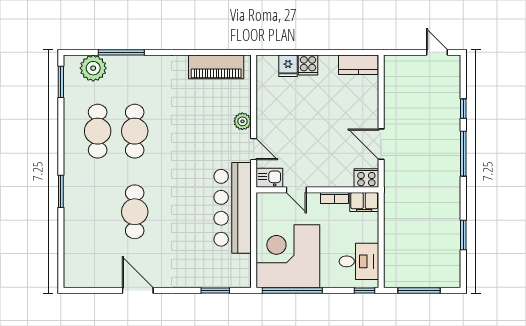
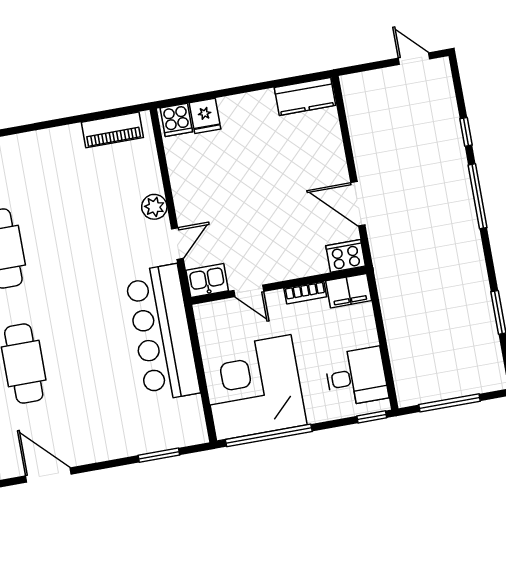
cooker: (308, 65) -> (176, 120), moved
piano: (216, 67) -> (112, 130), width x0.73, depth x0.75
door: (254, 149) -> (177, 244), hinge flipped

